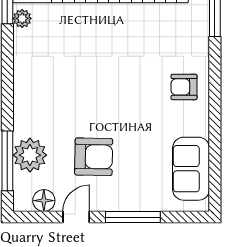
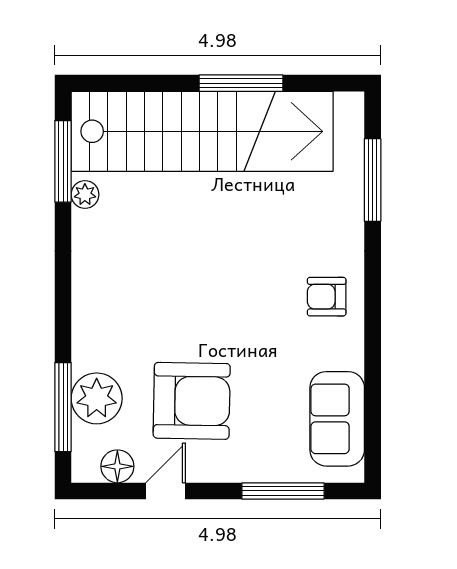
armchair: (94, 157) -> (192, 401), width x1.36, depth x1.36
window: (133, 217) -> (283, 491), moved

